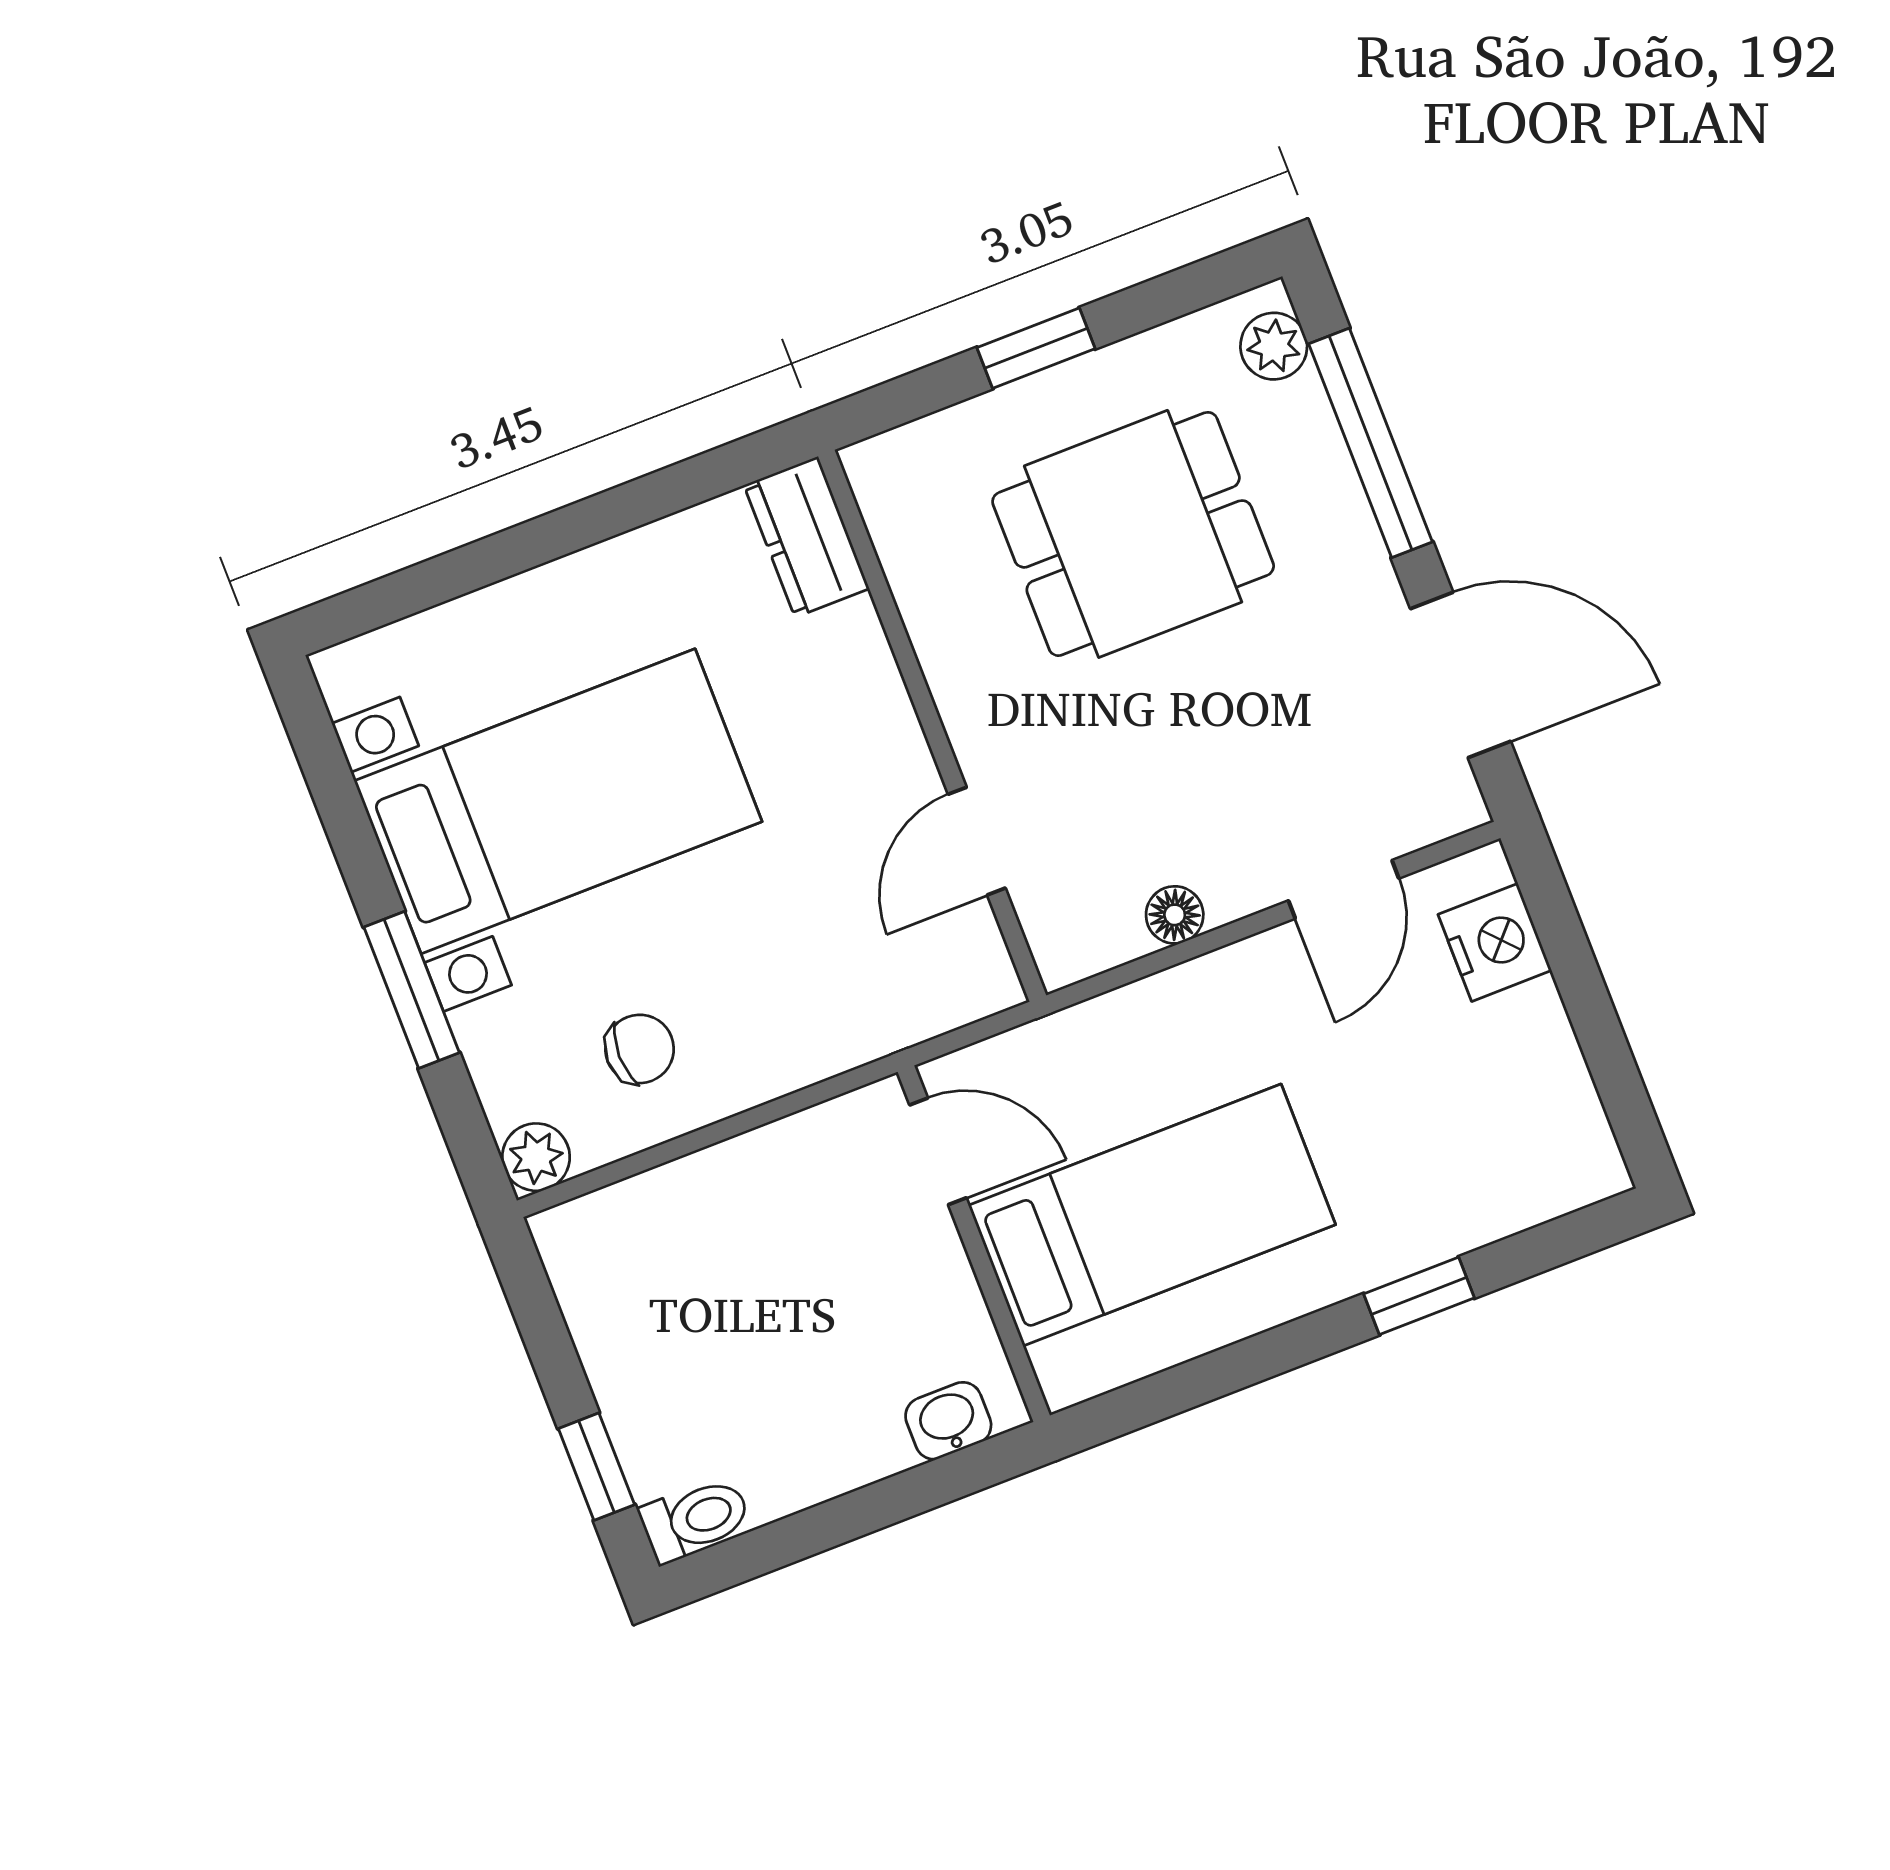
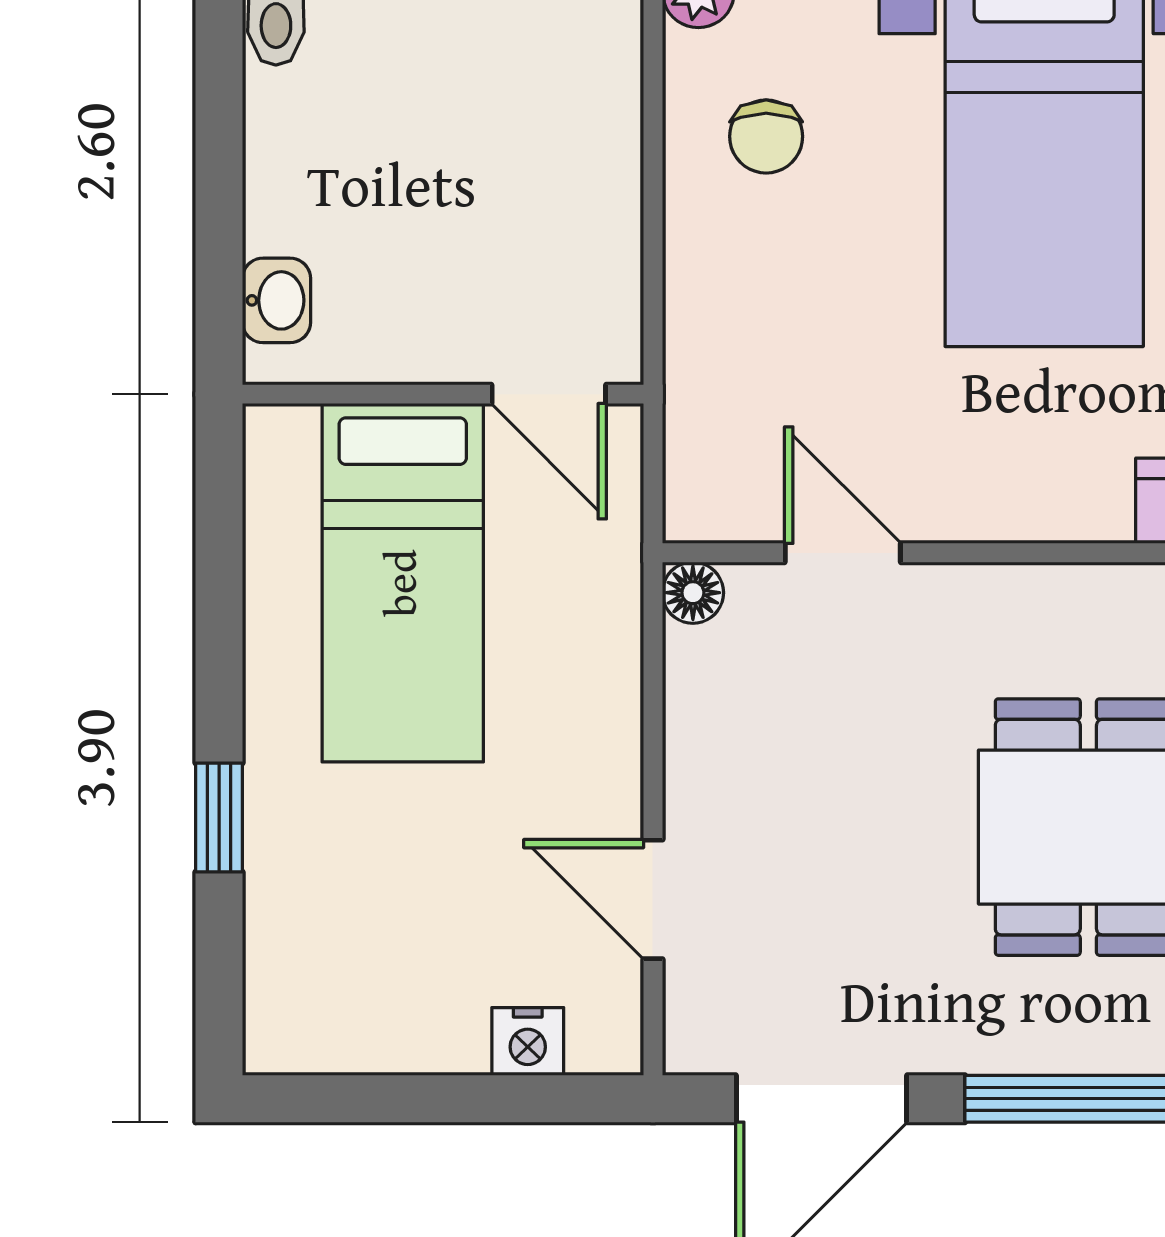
floor lamp: (1175, 915) -> (693, 593), moved
nightstand: (1495, 942) -> (528, 1041), width x0.72, depth x0.74
door: (938, 1151) -> (549, 394), hinge flipped

